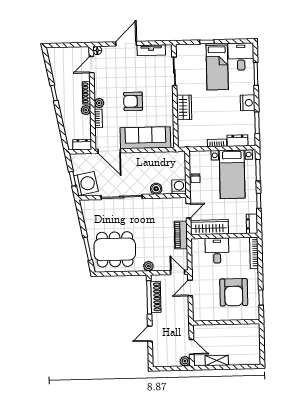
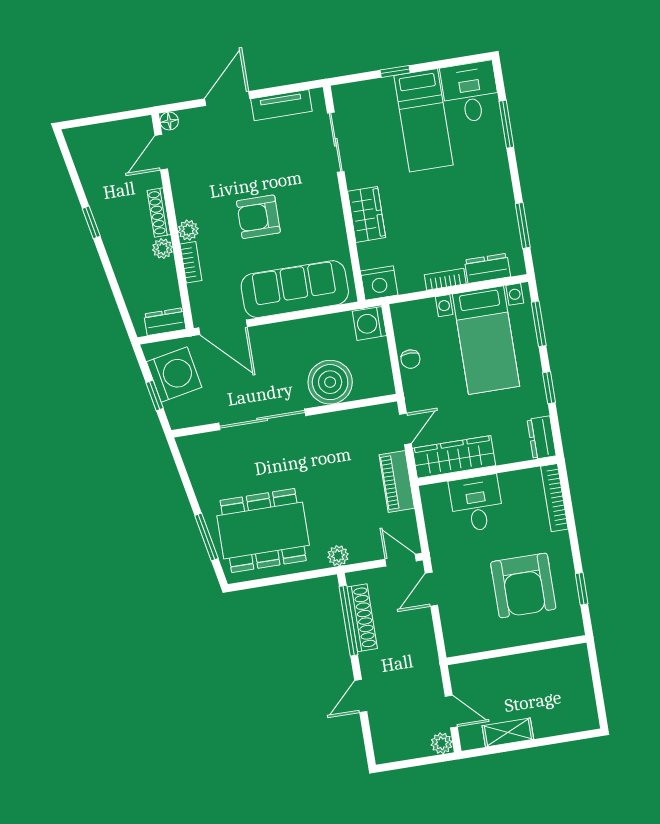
nightstand: (248, 103) -> (379, 283), moved, turned 90
washing machine: (86, 184) -> (174, 374), moved
washing machine: (179, 187) -> (369, 323), moved, turned -90
boiler: (156, 189) -> (330, 382), width x1.86, depth x1.86

